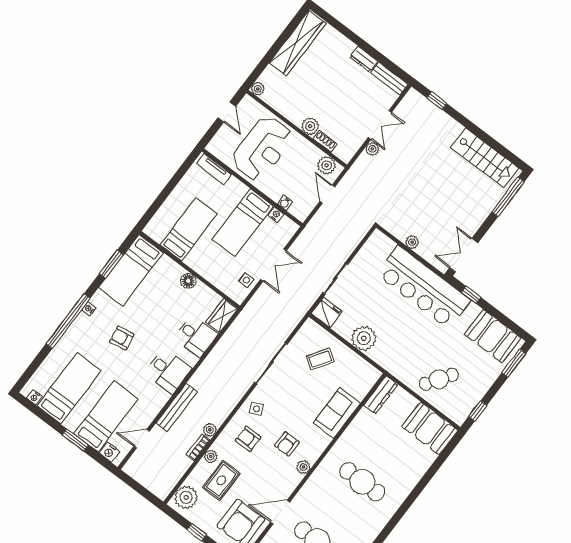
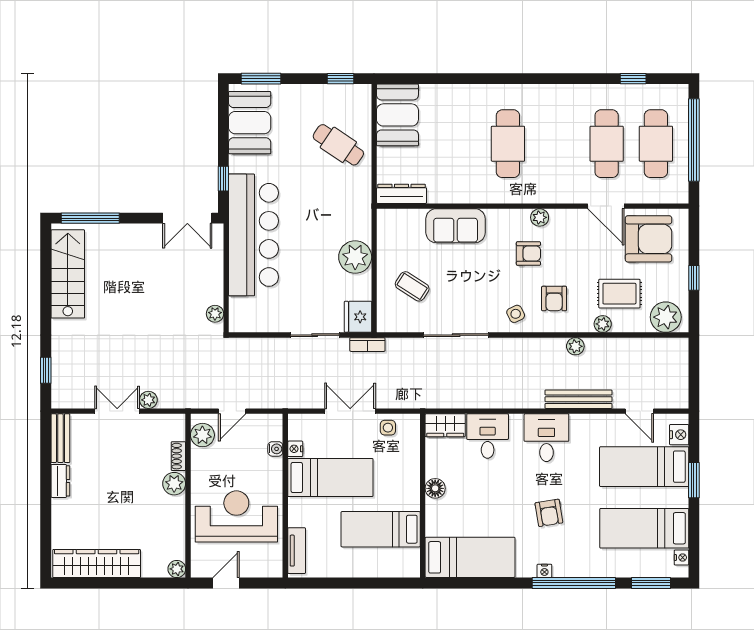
plant: (412, 242) -> (215, 314), moved
window: (111, 264) -> (651, 583), moved
bookcase: (198, 447) -> (367, 345), moved

